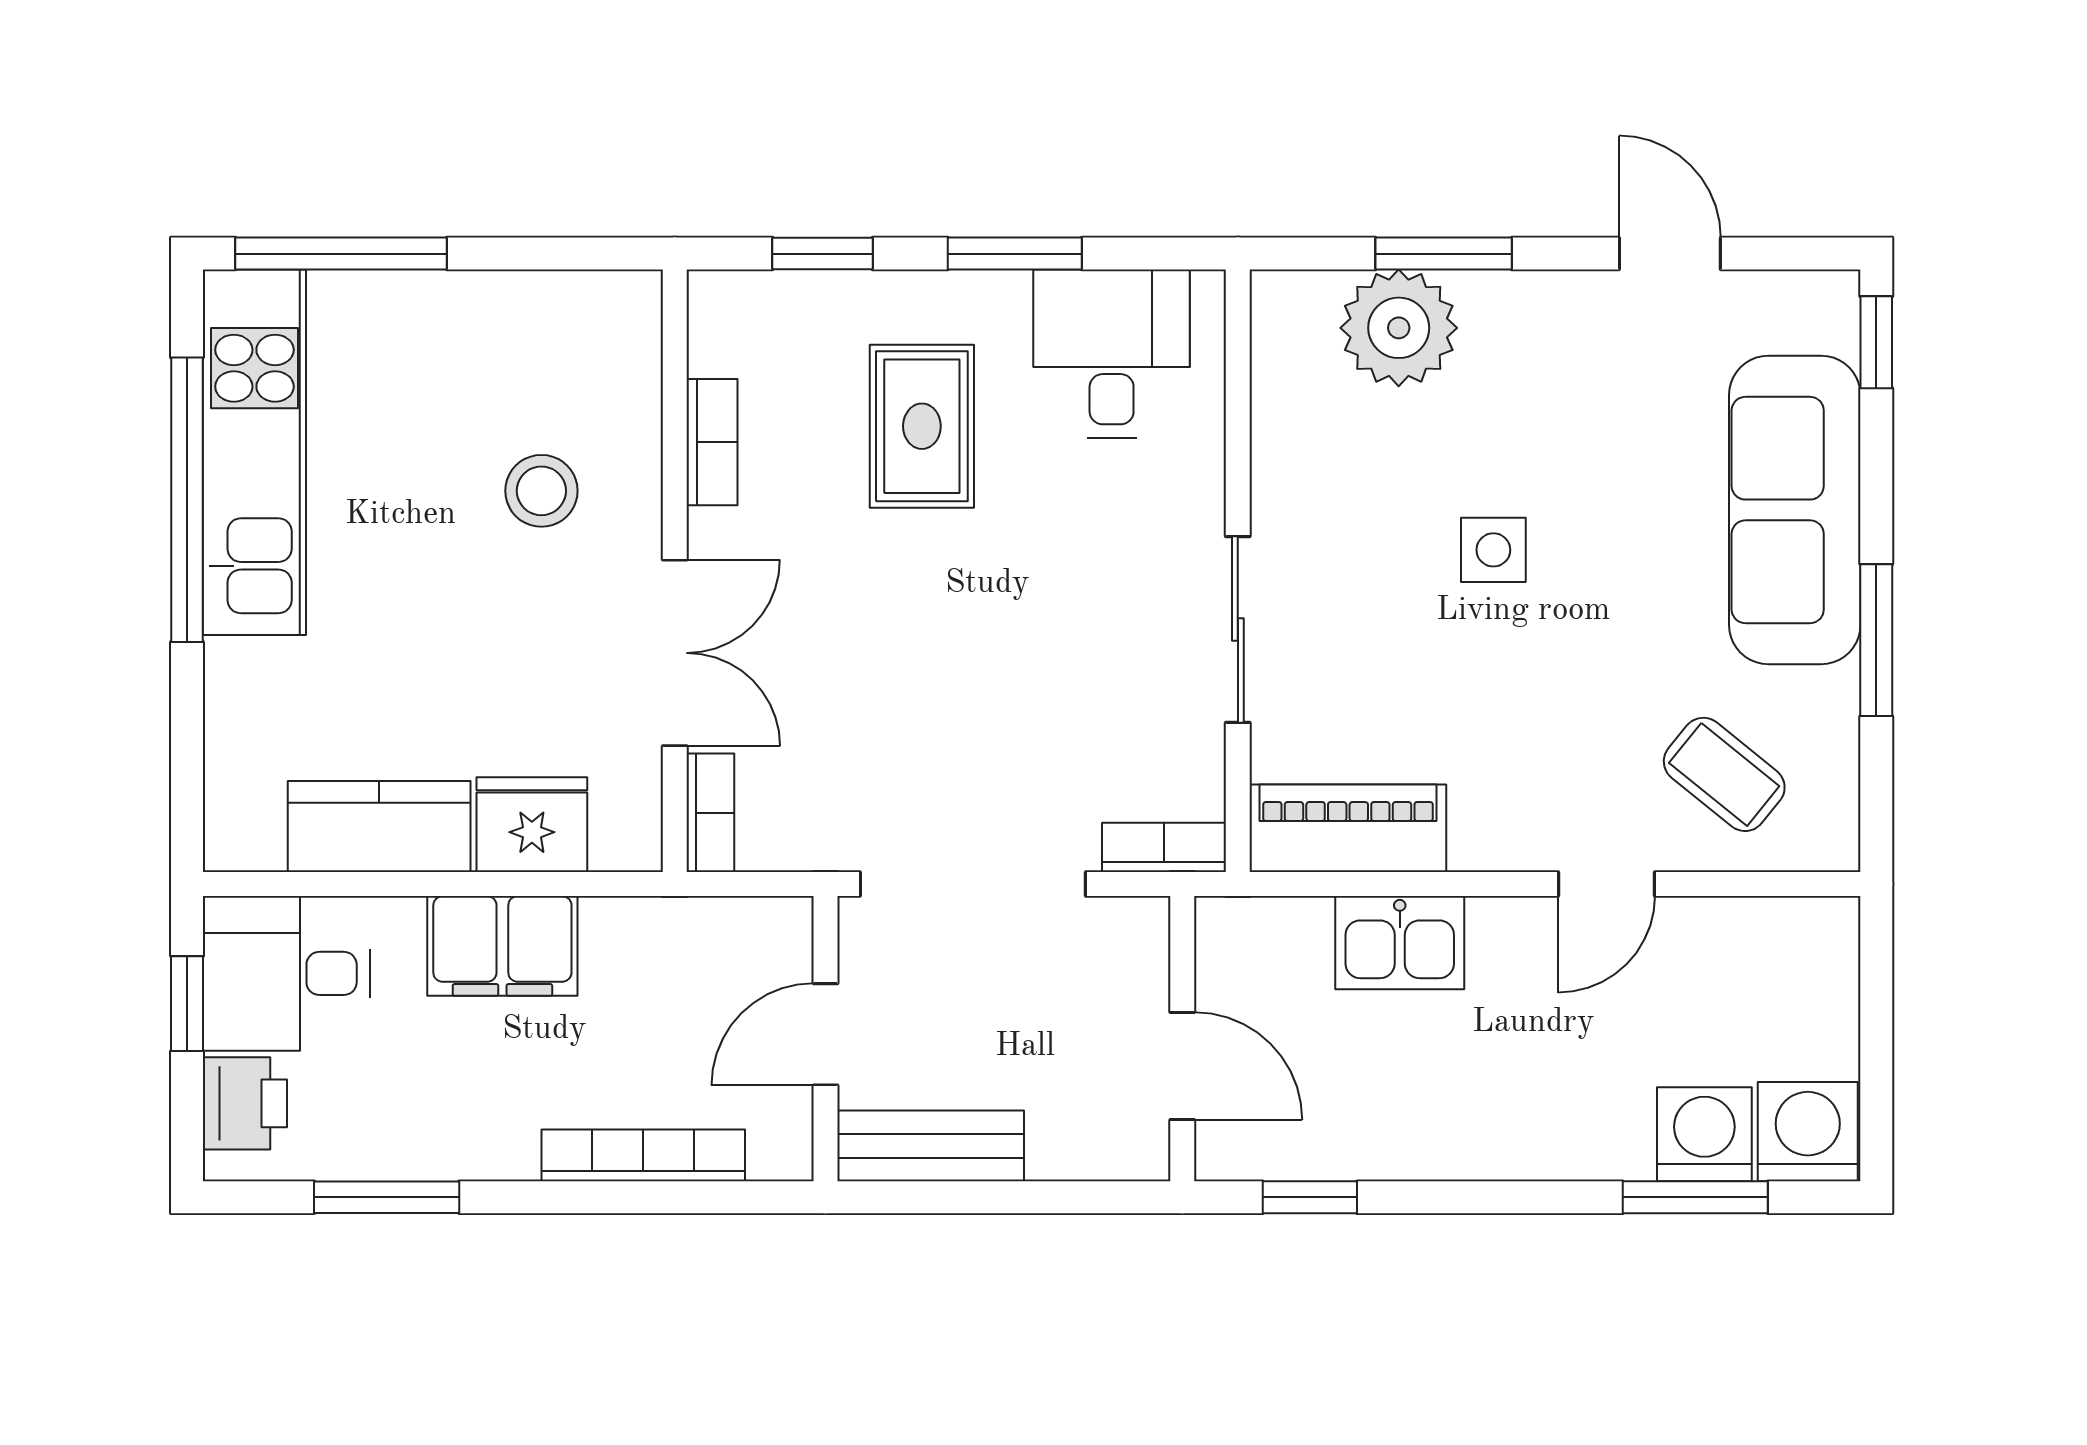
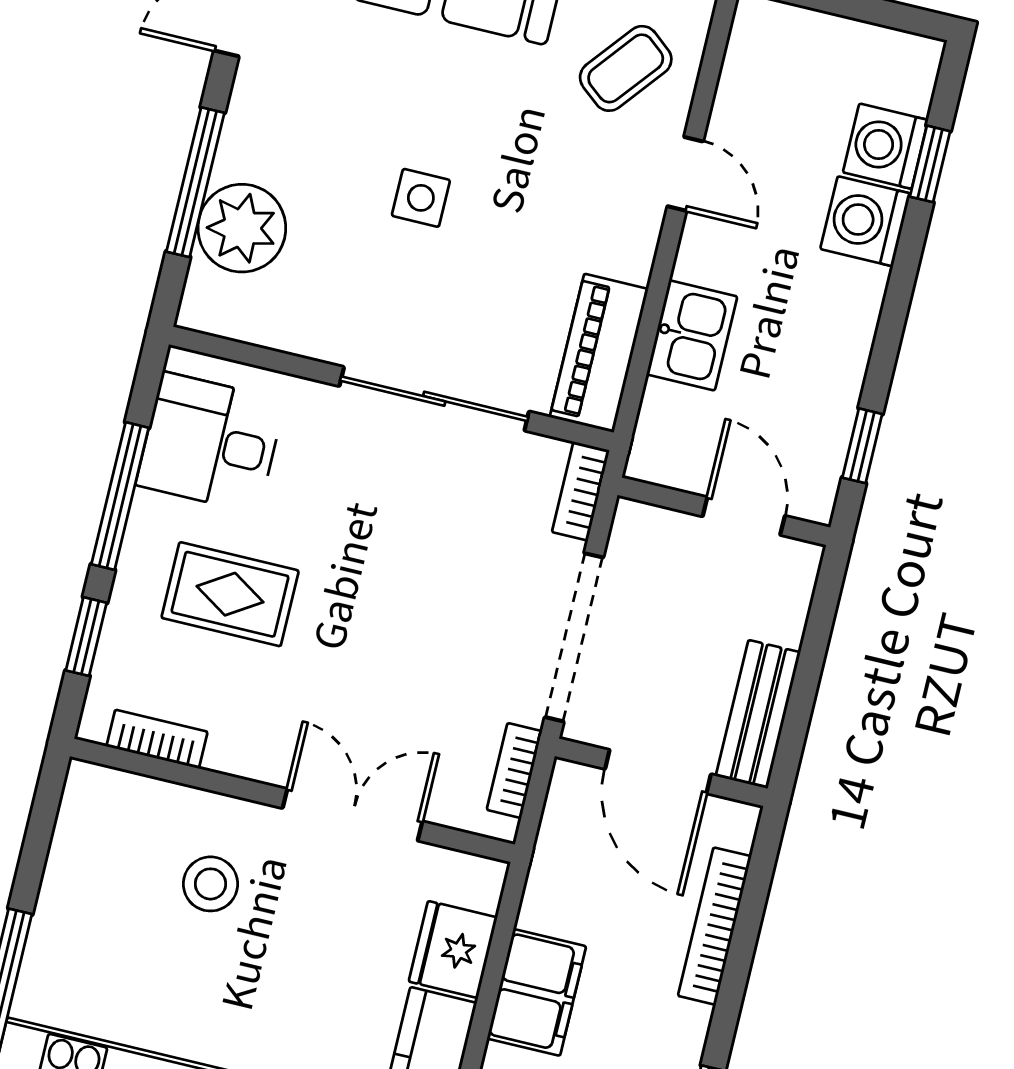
window: (1015, 254) -> (120, 496), width x1.44
window: (1444, 254) -> (195, 182), width x1.44
bookcase: (712, 442) -> (157, 739), moved
sliding door: (1238, 629) -> (434, 399), width x1.37
bookcase: (710, 813) -> (514, 770), moved, turned -90
door: (825, 1034) -> (658, 772), width x1.38
door: (1182, 1066) -> (744, 516), hinge flipped
washing machine: (1808, 1132) -> (865, 221), moved
window: (1695, 1197) -> (930, 164), width x0.67

